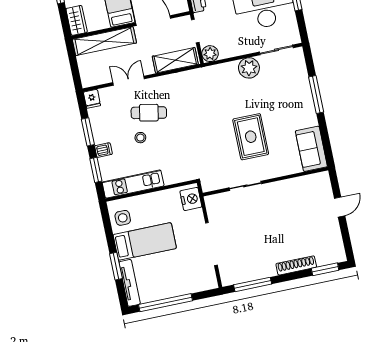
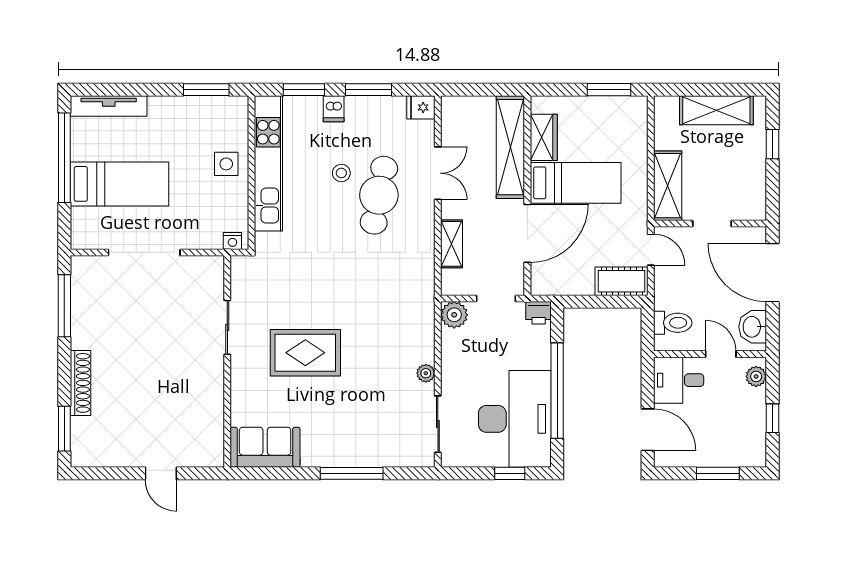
wardrobe: (77, 20) -> (544, 137), moved, turned -90
shelving: (175, 60) -> (452, 244), width x0.67, depth x0.75
plant: (249, 68) -> (426, 373), width x0.53, depth x0.53
cafe table: (149, 113) -> (379, 195), width x1.37, depth x1.35
kitchen unit: (133, 184) -> (268, 163), width x1.36
nightstand: (191, 199) -> (232, 241), width x0.53, depth x0.56
side table: (123, 218) -> (226, 164), moved
bed: (145, 241) -> (120, 184), moved, turned -90
window: (116, 266) -> (206, 90), moved

